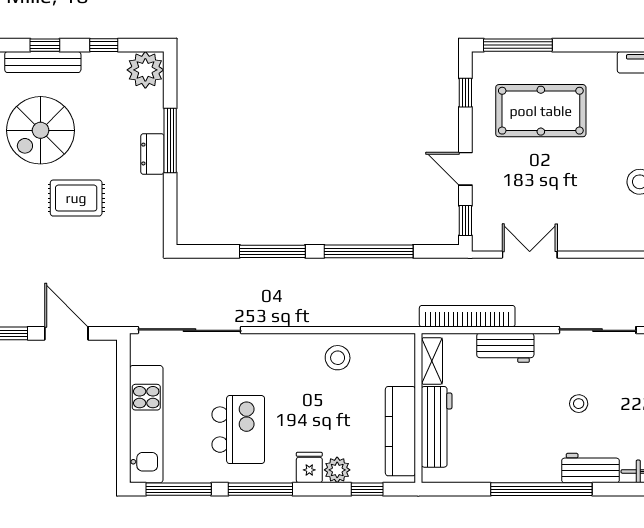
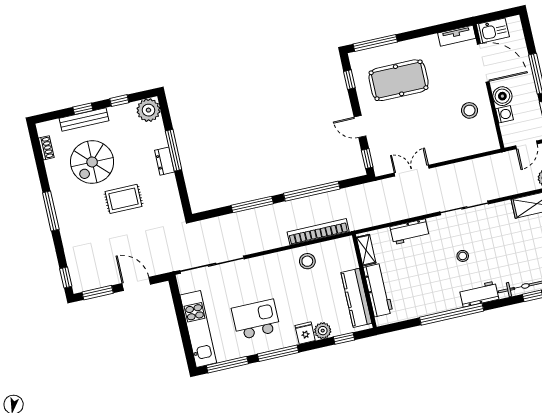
bookcase: (467, 316) -> (318, 232), moved
kitchen island: (238, 430) -> (256, 319), turned -90

